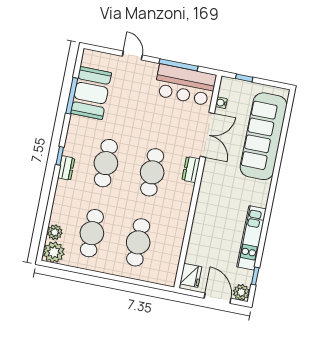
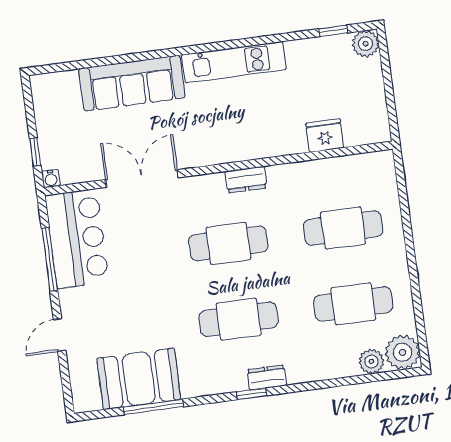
water cooler: (221, 103) -> (51, 179), moved
sofa: (264, 136) -> (132, 83), width x0.74, depth x0.79
dresser: (191, 170) -> (246, 180), moved
kitchen unit: (252, 238) -> (234, 62), moved
fridge: (191, 275) -> (325, 135), moved
door: (218, 298) -> (387, 77), removed

